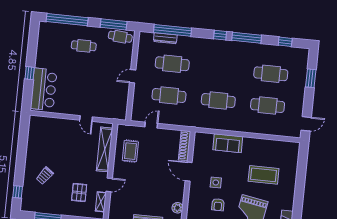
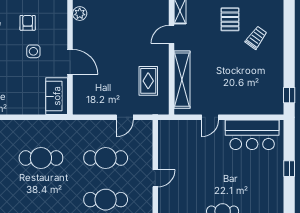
bar counter: (44, 89) -> (252, 135), moved, turned -90
door: (86, 118) -> (210, 117), swing flipped
sofa: (228, 143) -> (57, 96), moved, turned -90
shoe rack: (185, 146) -> (79, 95), removed
window: (18, 192) -> (289, 95), moved
pallet: (79, 193) -> (230, 19), moved

